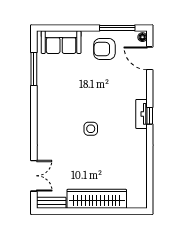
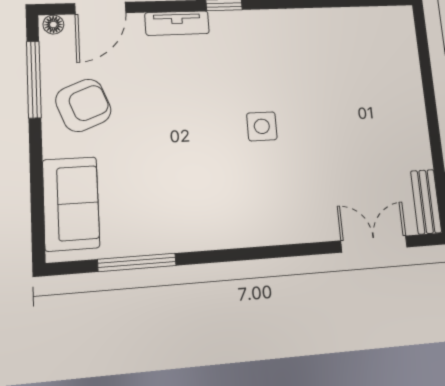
armchair: (104, 49) -> (83, 105), turned -111
tv unit: (141, 114) -> (177, 23), moved
wardrobe: (97, 199) -> (406, 106), removed

